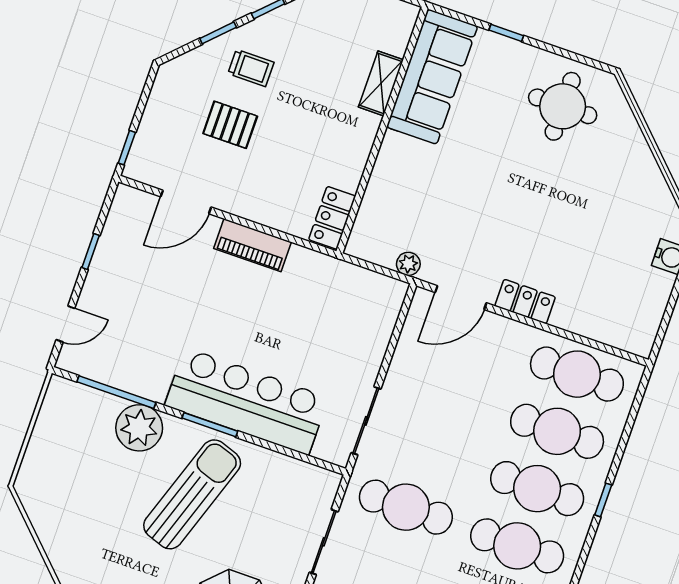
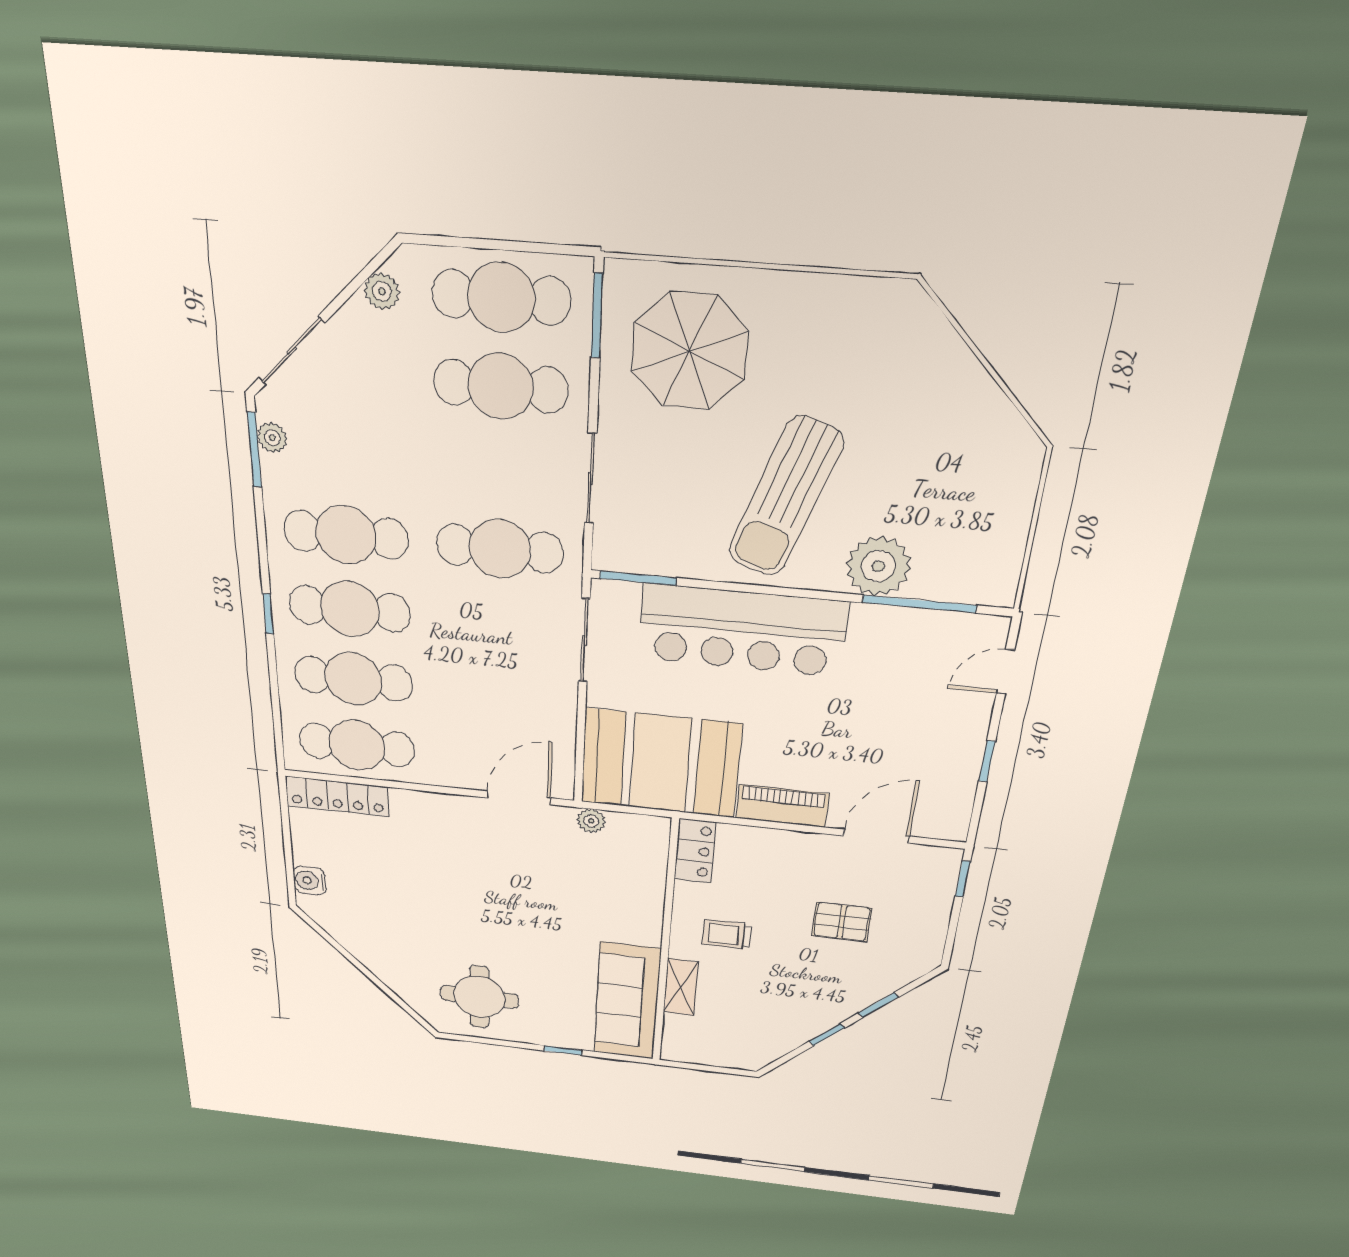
trolley: (251, 68) -> (727, 934), moved
locker: (525, 302) -> (337, 796), moved, width x1.53
booth: (338, 304) -> (660, 763), added
window: (210, 425) -> (638, 578), moved

